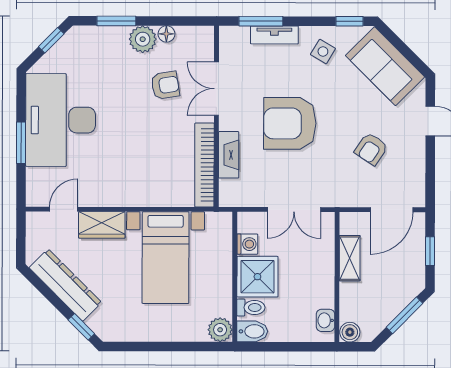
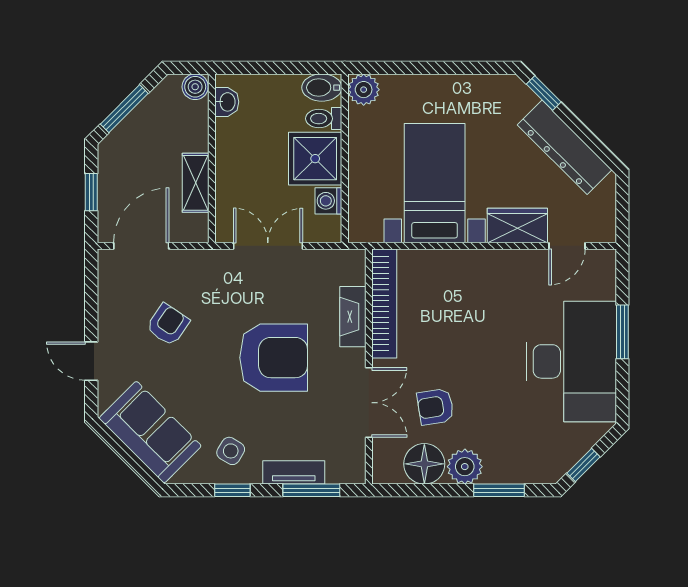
window: (349, 21) -> (232, 490), moved
floor lamp: (166, 34) -> (424, 464), width x1.89, depth x1.89

